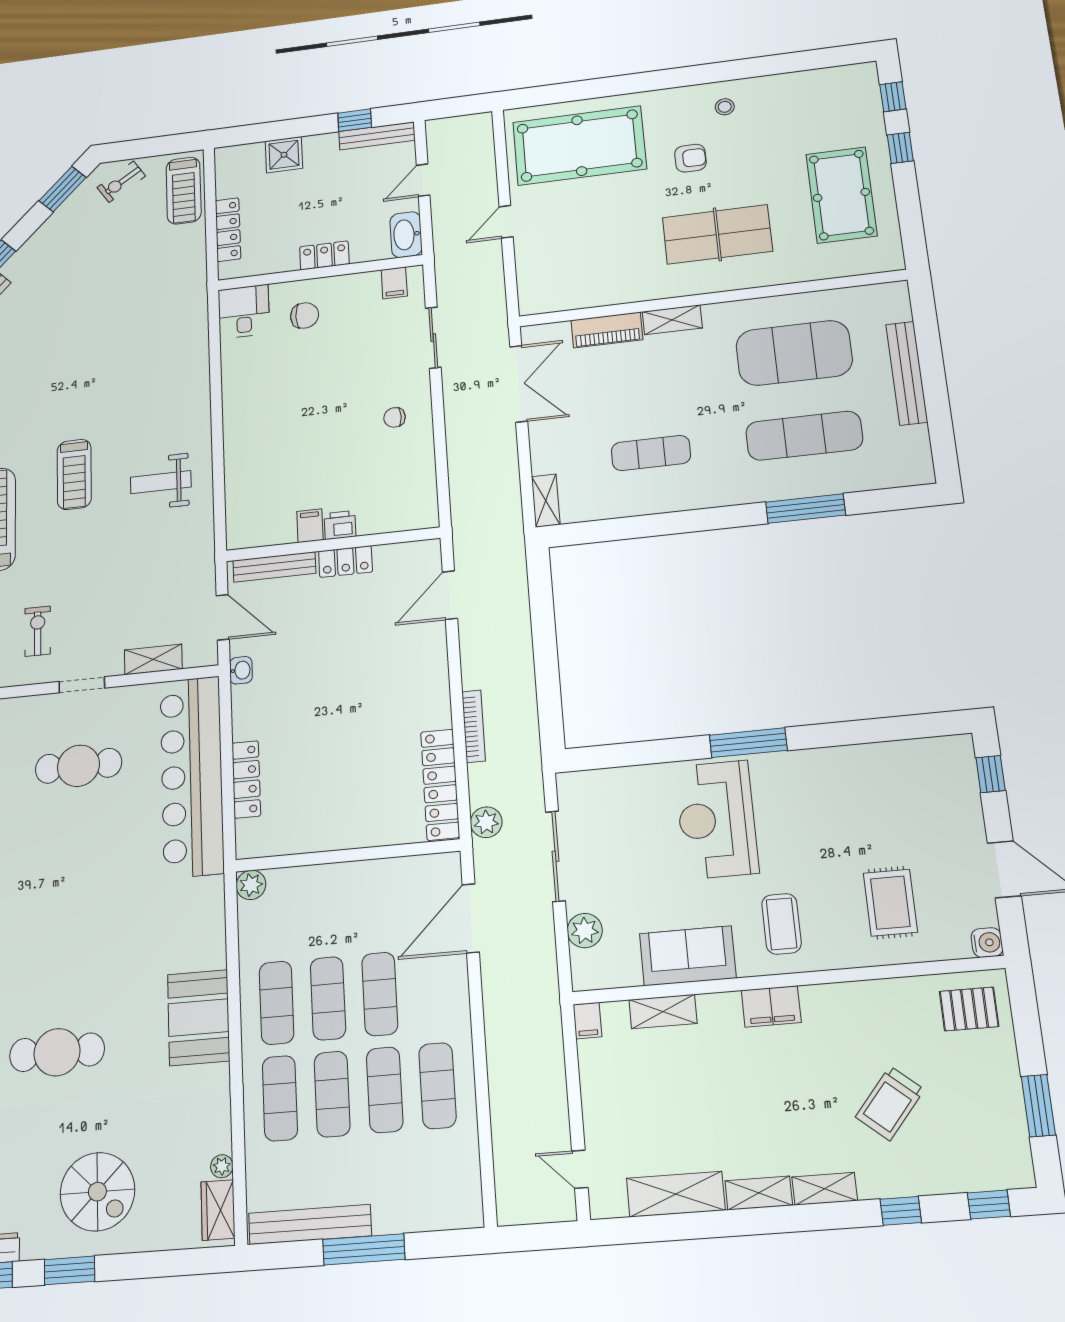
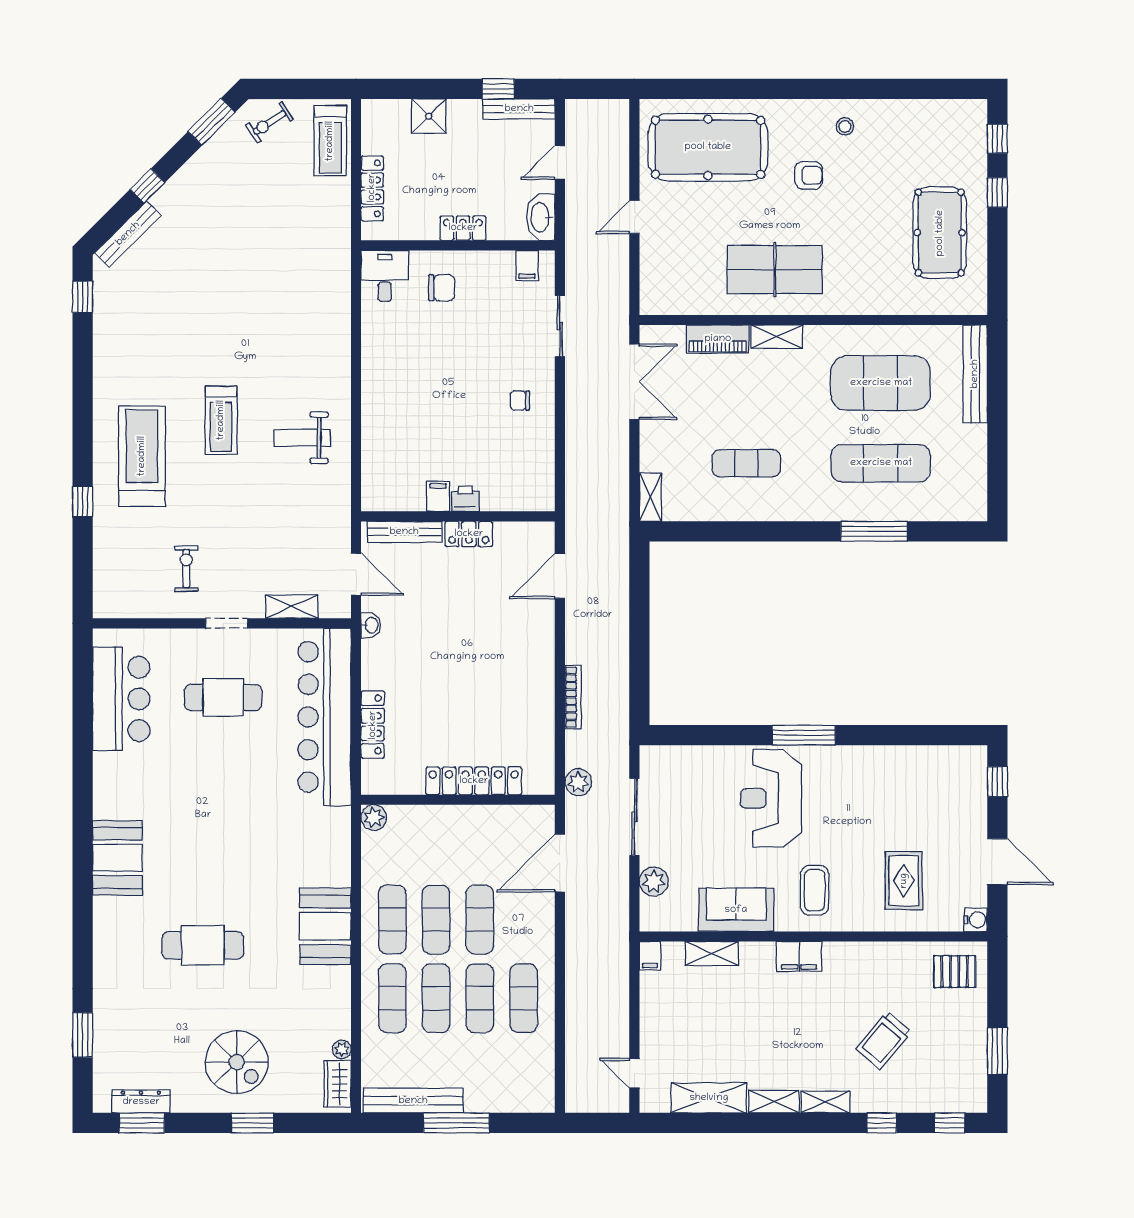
table tennis table: (717, 234) -> (775, 270), moved
bench: (907, 373) -> (975, 374), moved
locker: (440, 784) -> (474, 781), moved, turned 90
window: (70, 1270) -> (252, 1123), moved

